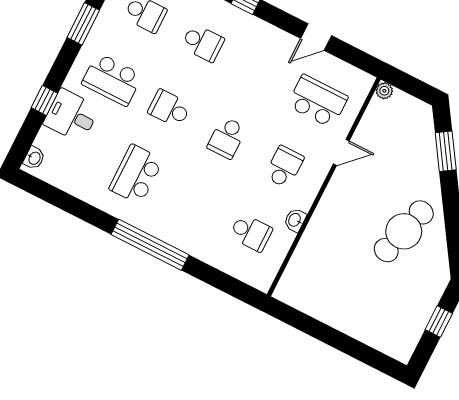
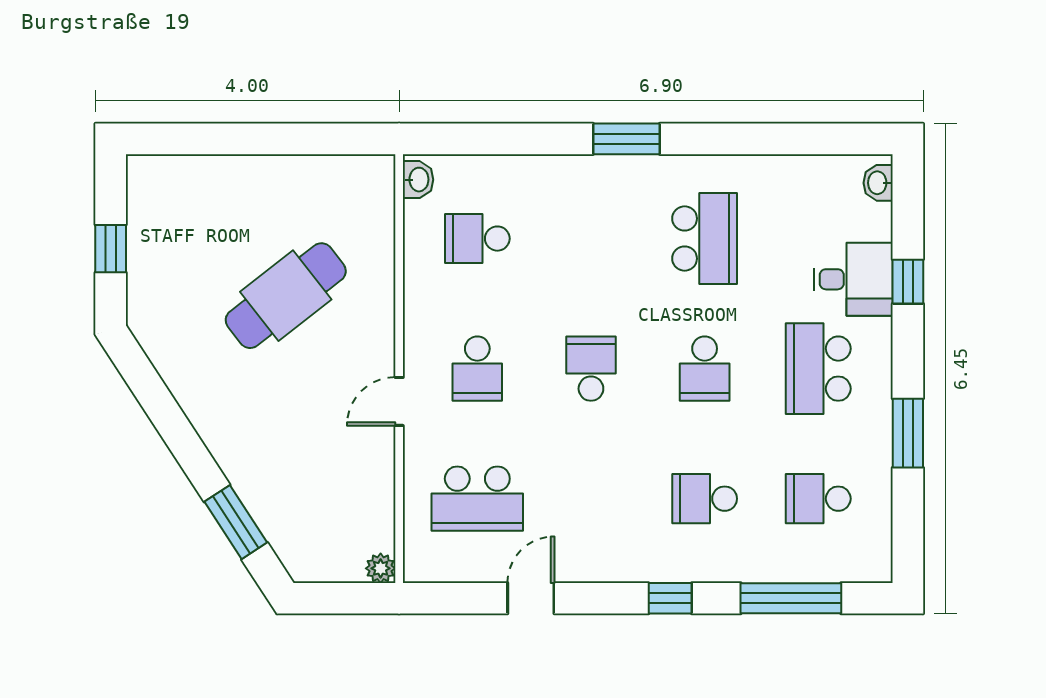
school desk: (112, 79) -> (818, 369), turned -90
school desk: (169, 109) -> (705, 369), turned 90
door: (341, 152) -> (399, 401), moved
washbasin: (295, 220) -> (418, 180), moved
cafe table: (404, 231) -> (286, 296), moved, turned 36
window: (150, 245) -> (626, 139), width x0.47

